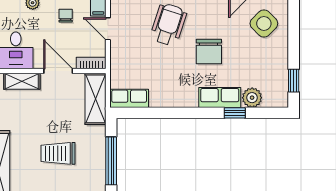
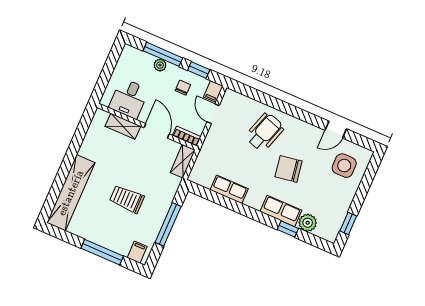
side table: (264, 23) -> (344, 166), turned 45
chair: (209, 51) -> (289, 169), turned 81
row of seats: (129, 98) -> (229, 189), moved
shelving: (95, 99) -> (183, 161), width x0.67, depth x0.75

